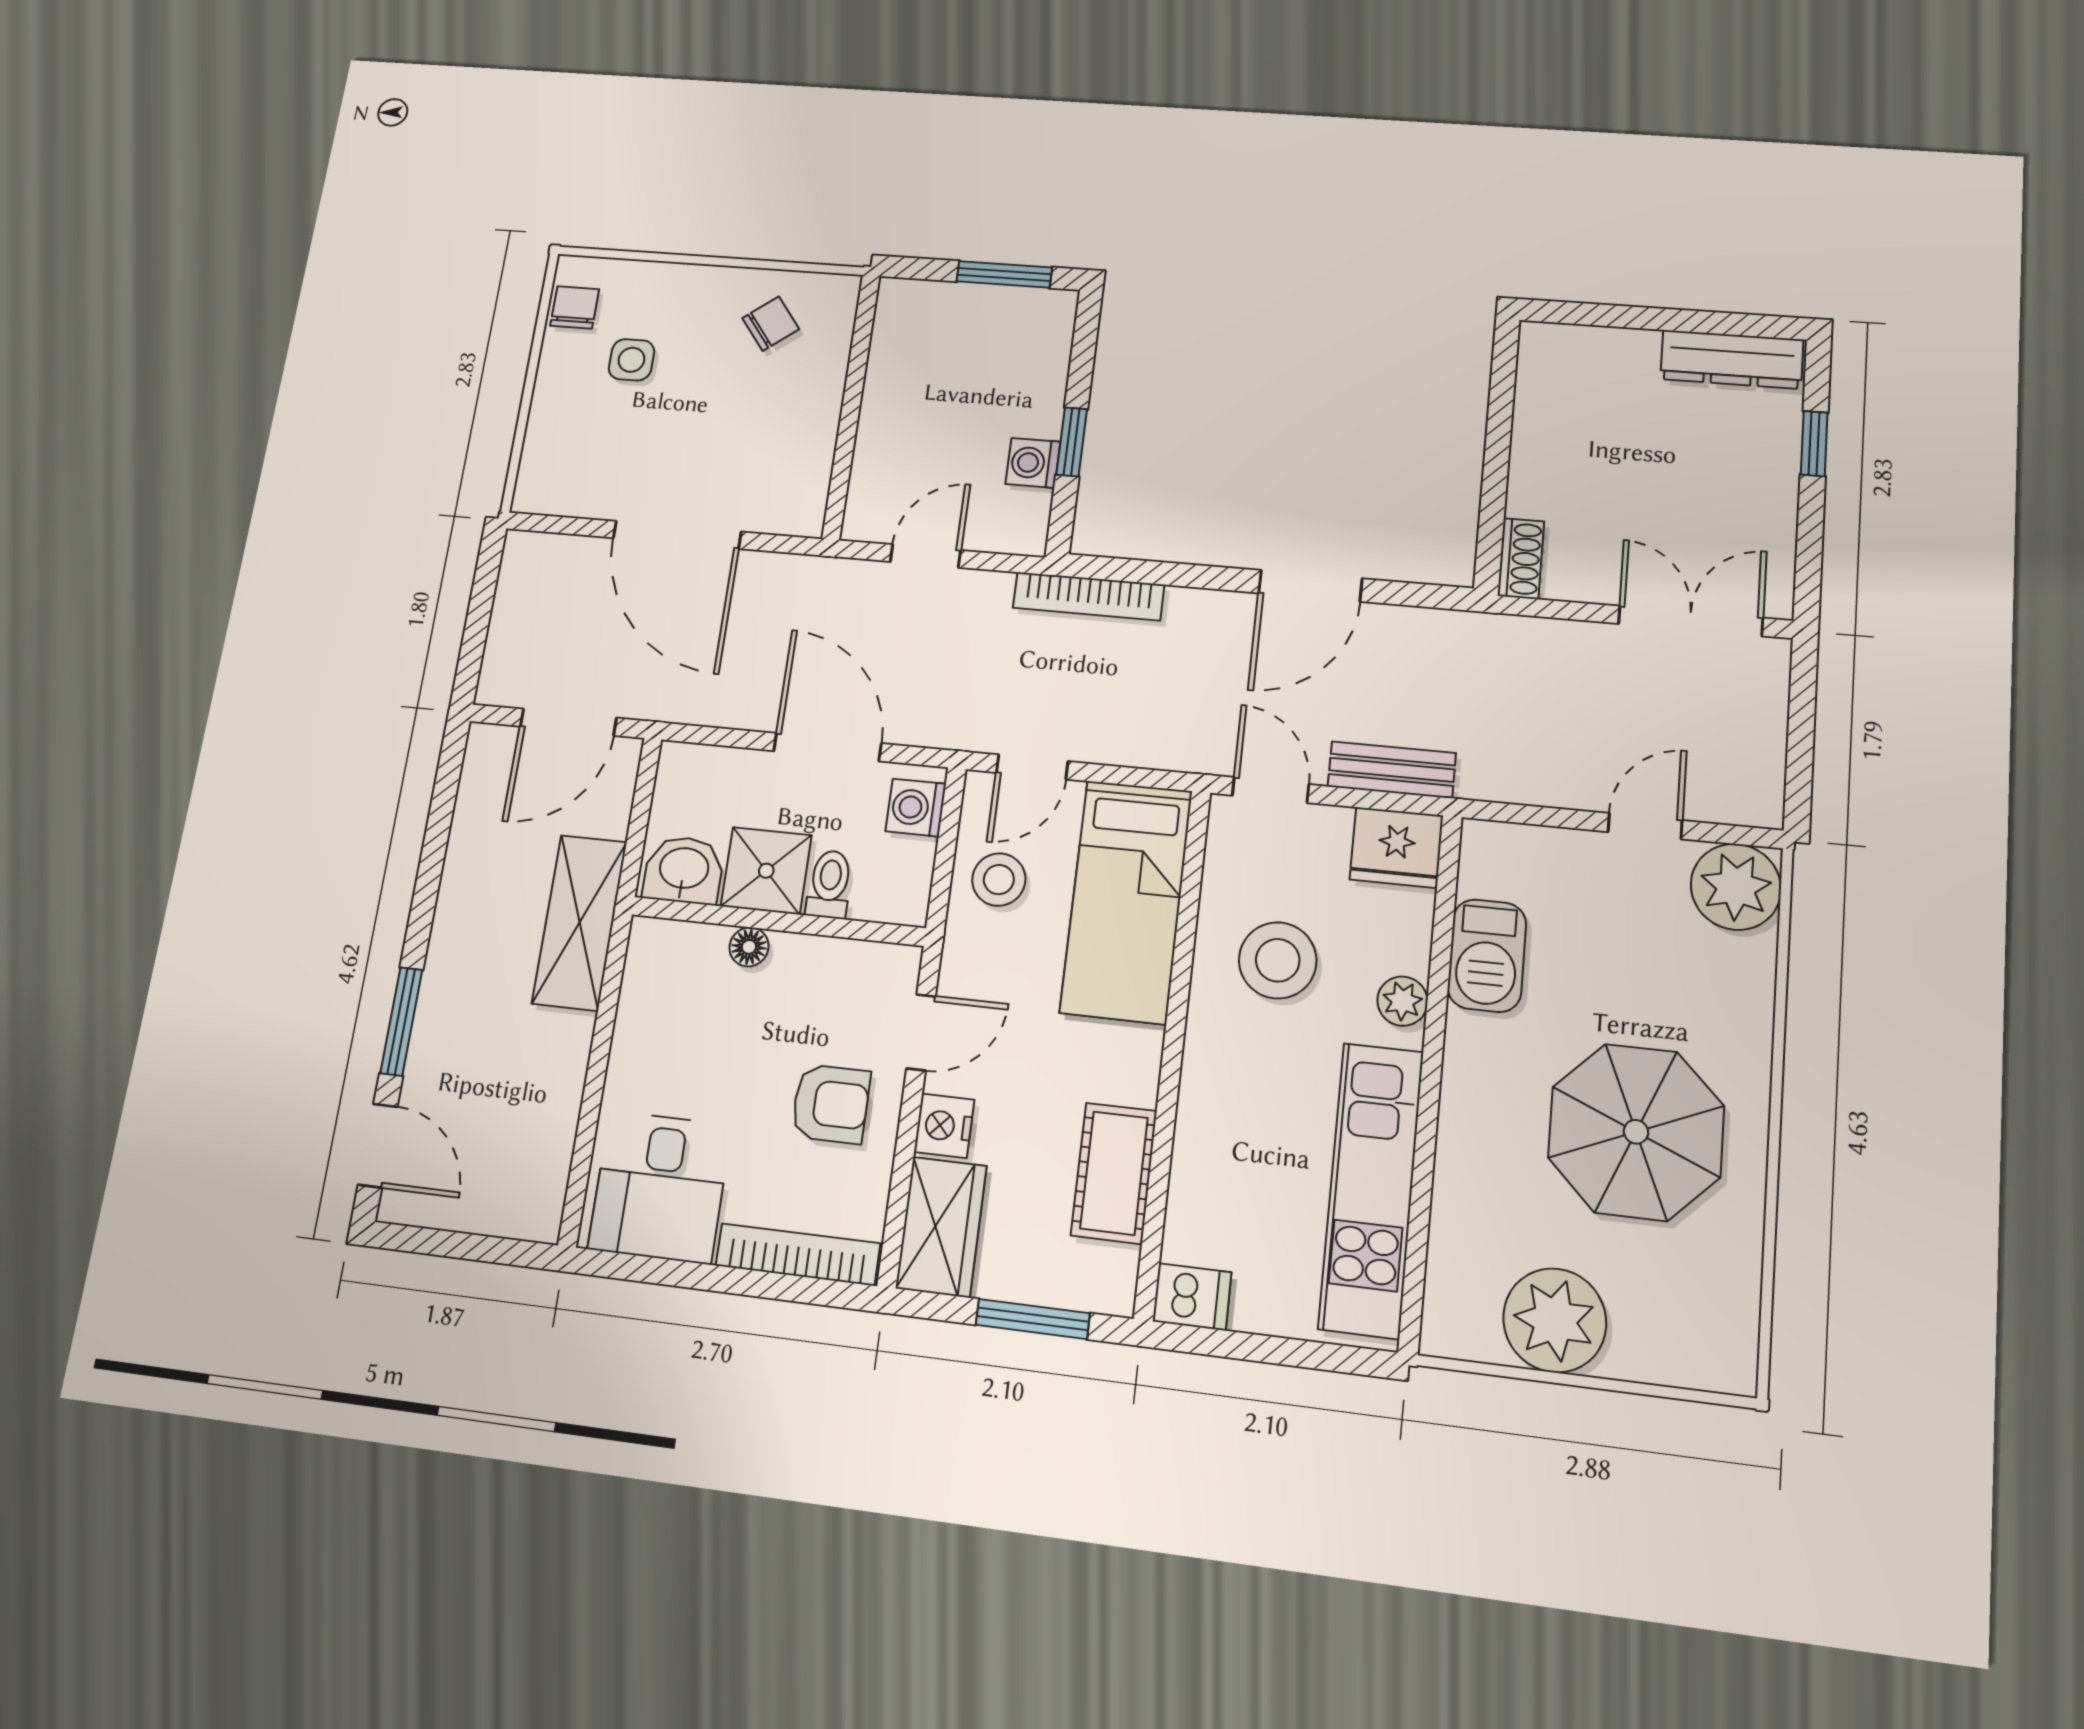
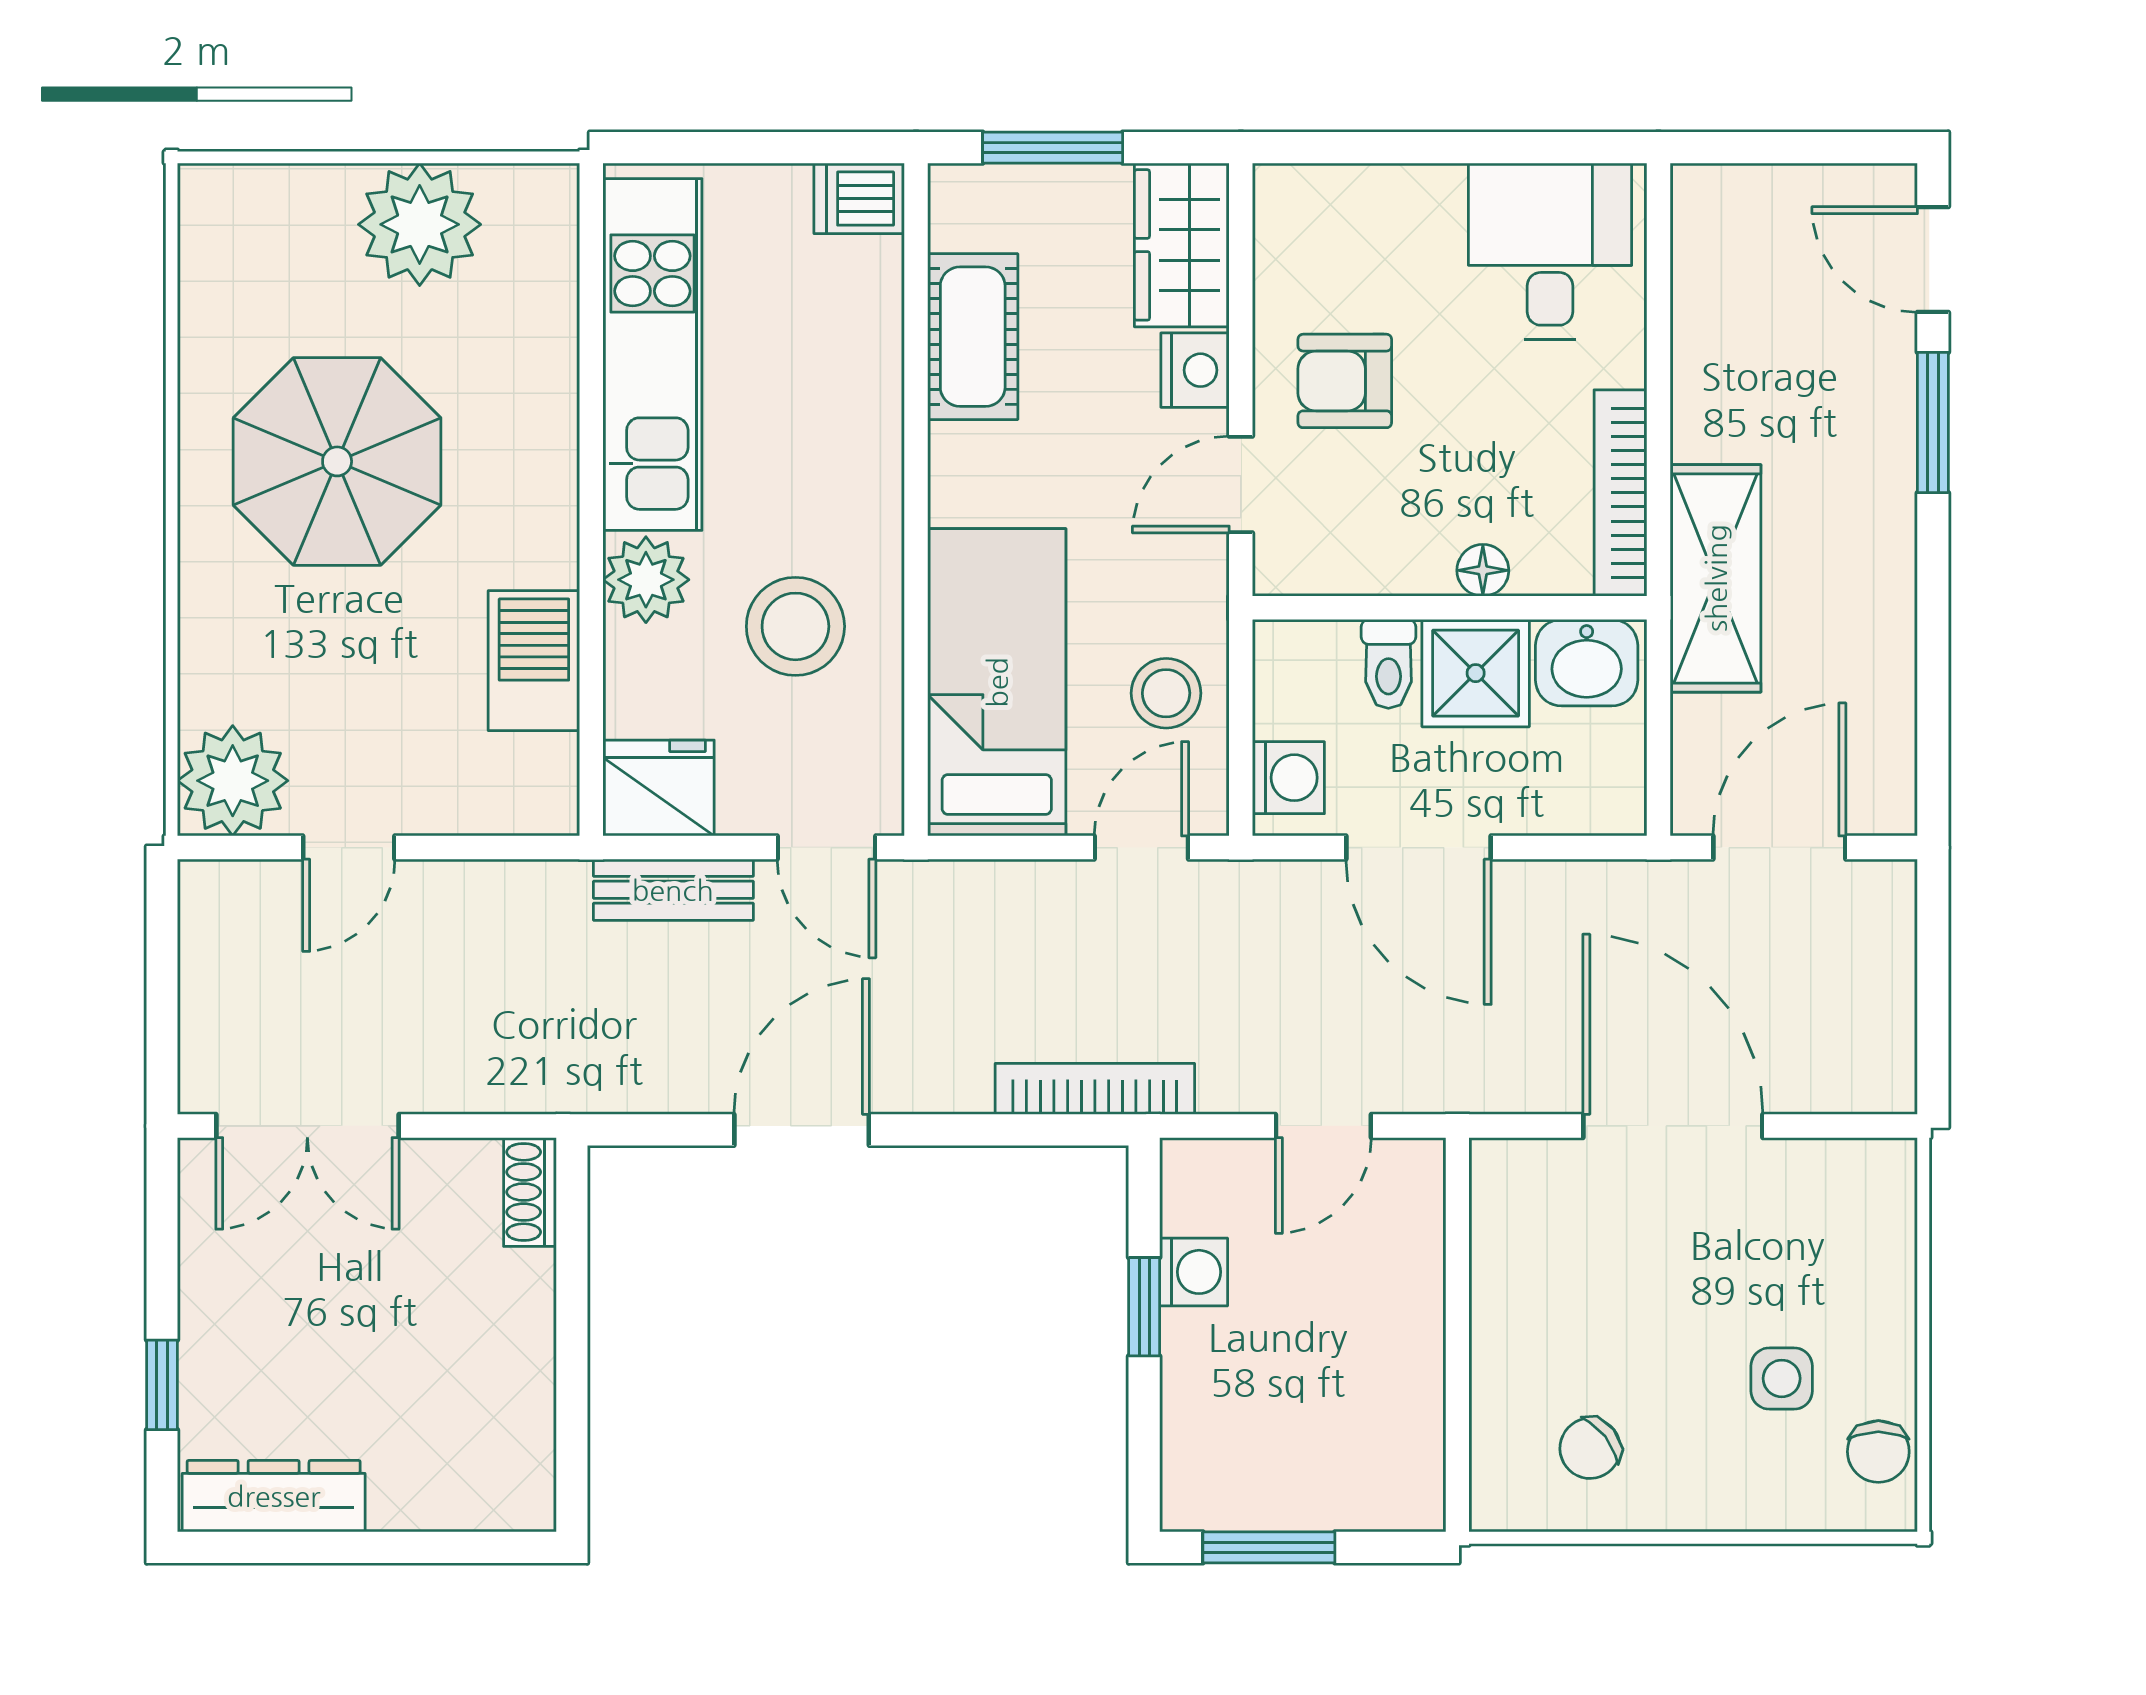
plant: (1402, 1001) -> (646, 580), width x1.38, depth x1.38
bookcase: (798, 1254) -> (1620, 493), moved, turned 90

